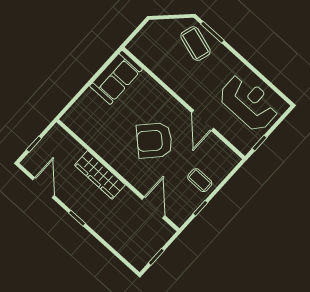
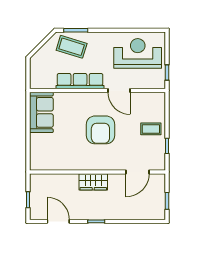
row of seats: (176, 81) -> (80, 81), added
armchair: (154, 140) -> (100, 130), turned -43
wardrobe: (100, 175) -> (93, 182), width x0.67
door: (153, 208) -> (138, 172), swing flipped

